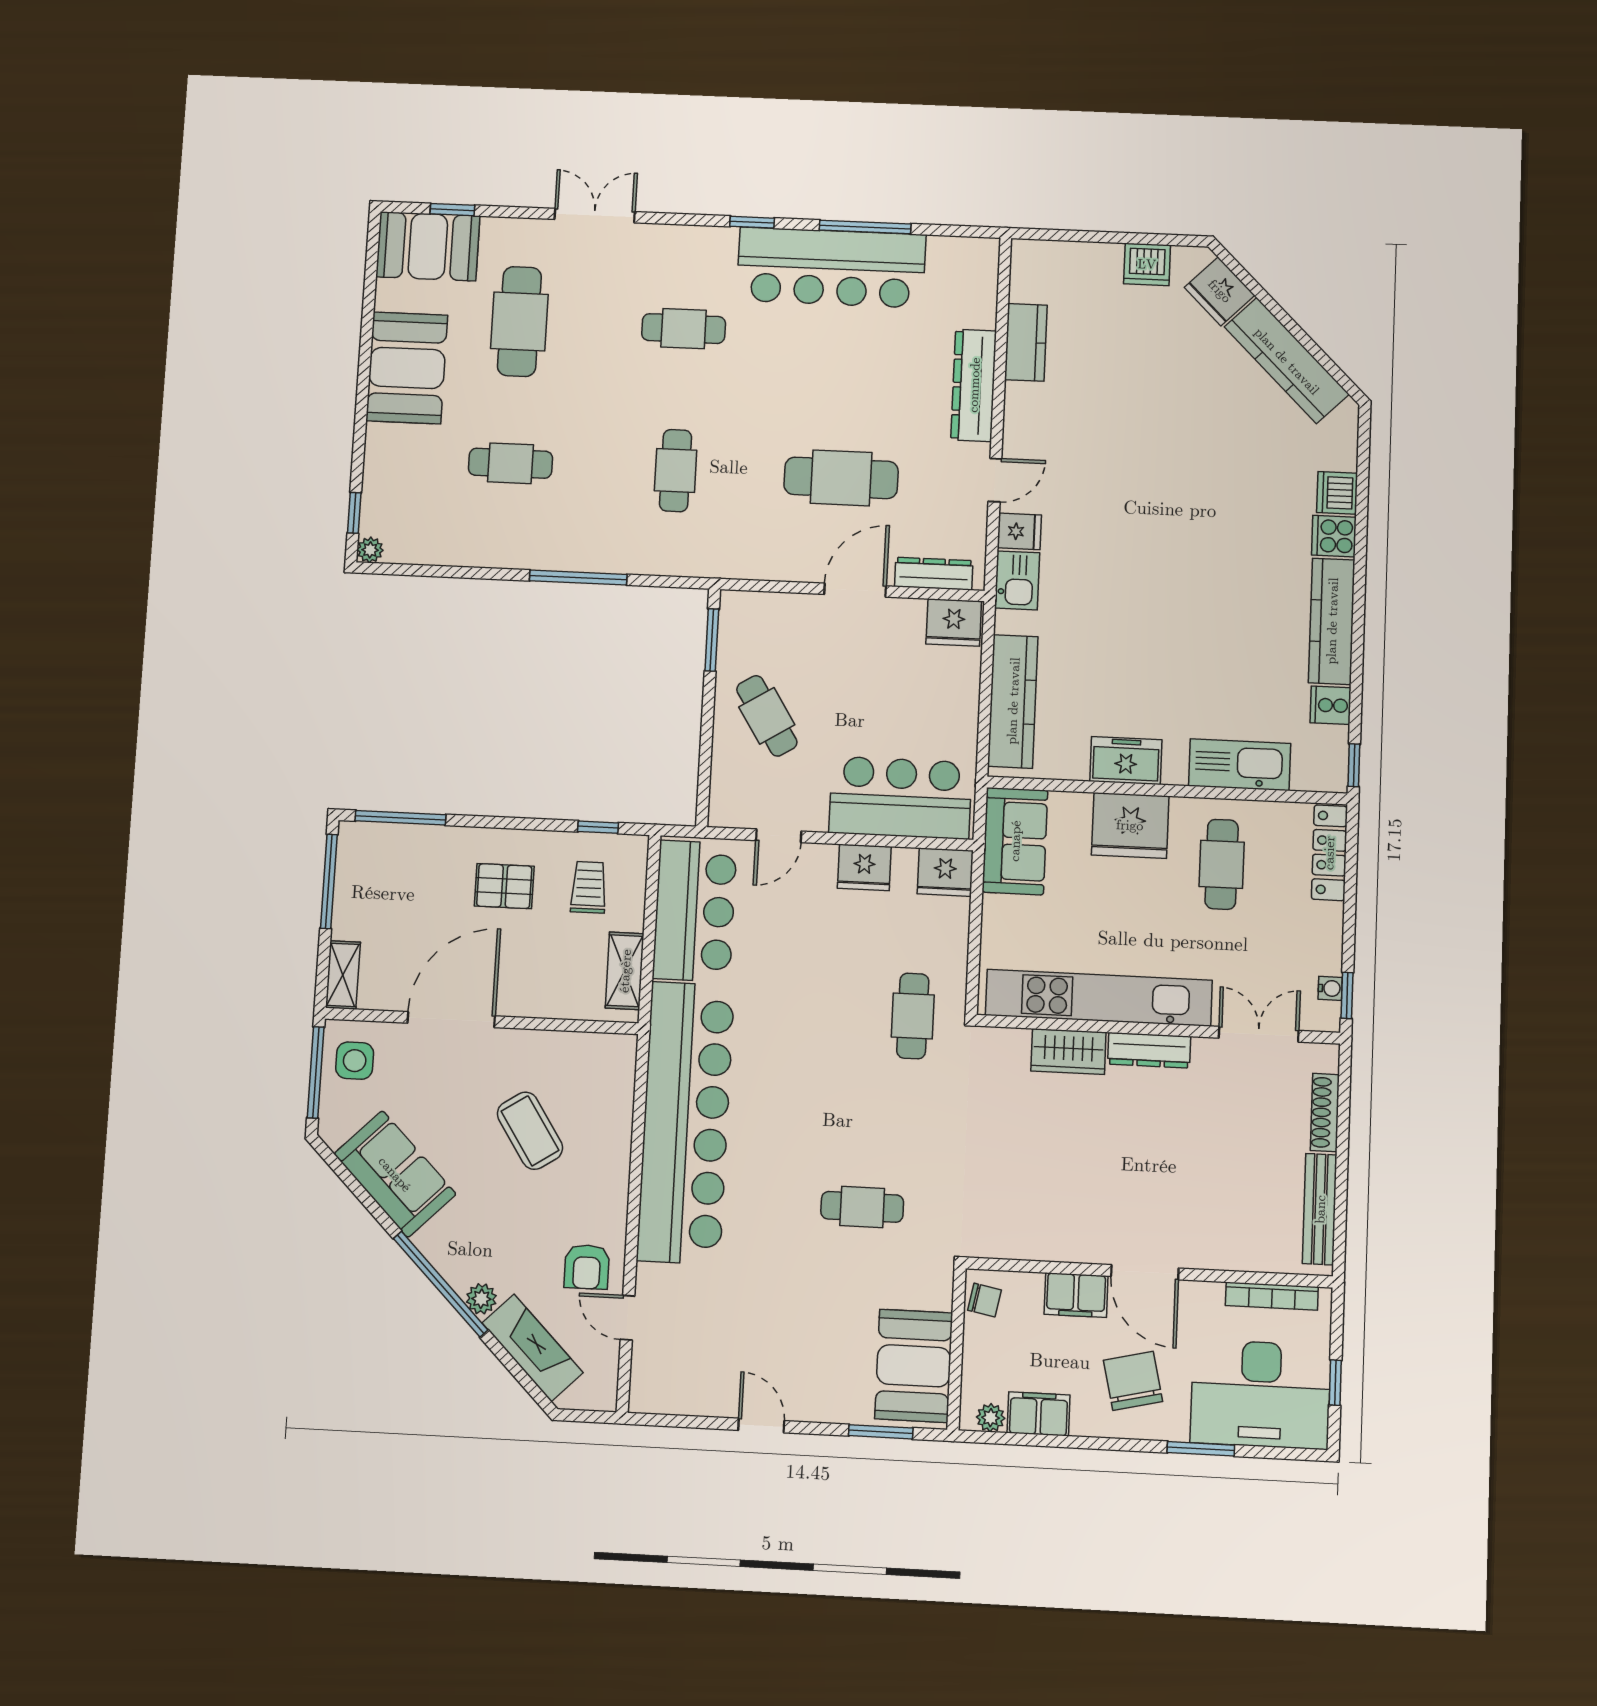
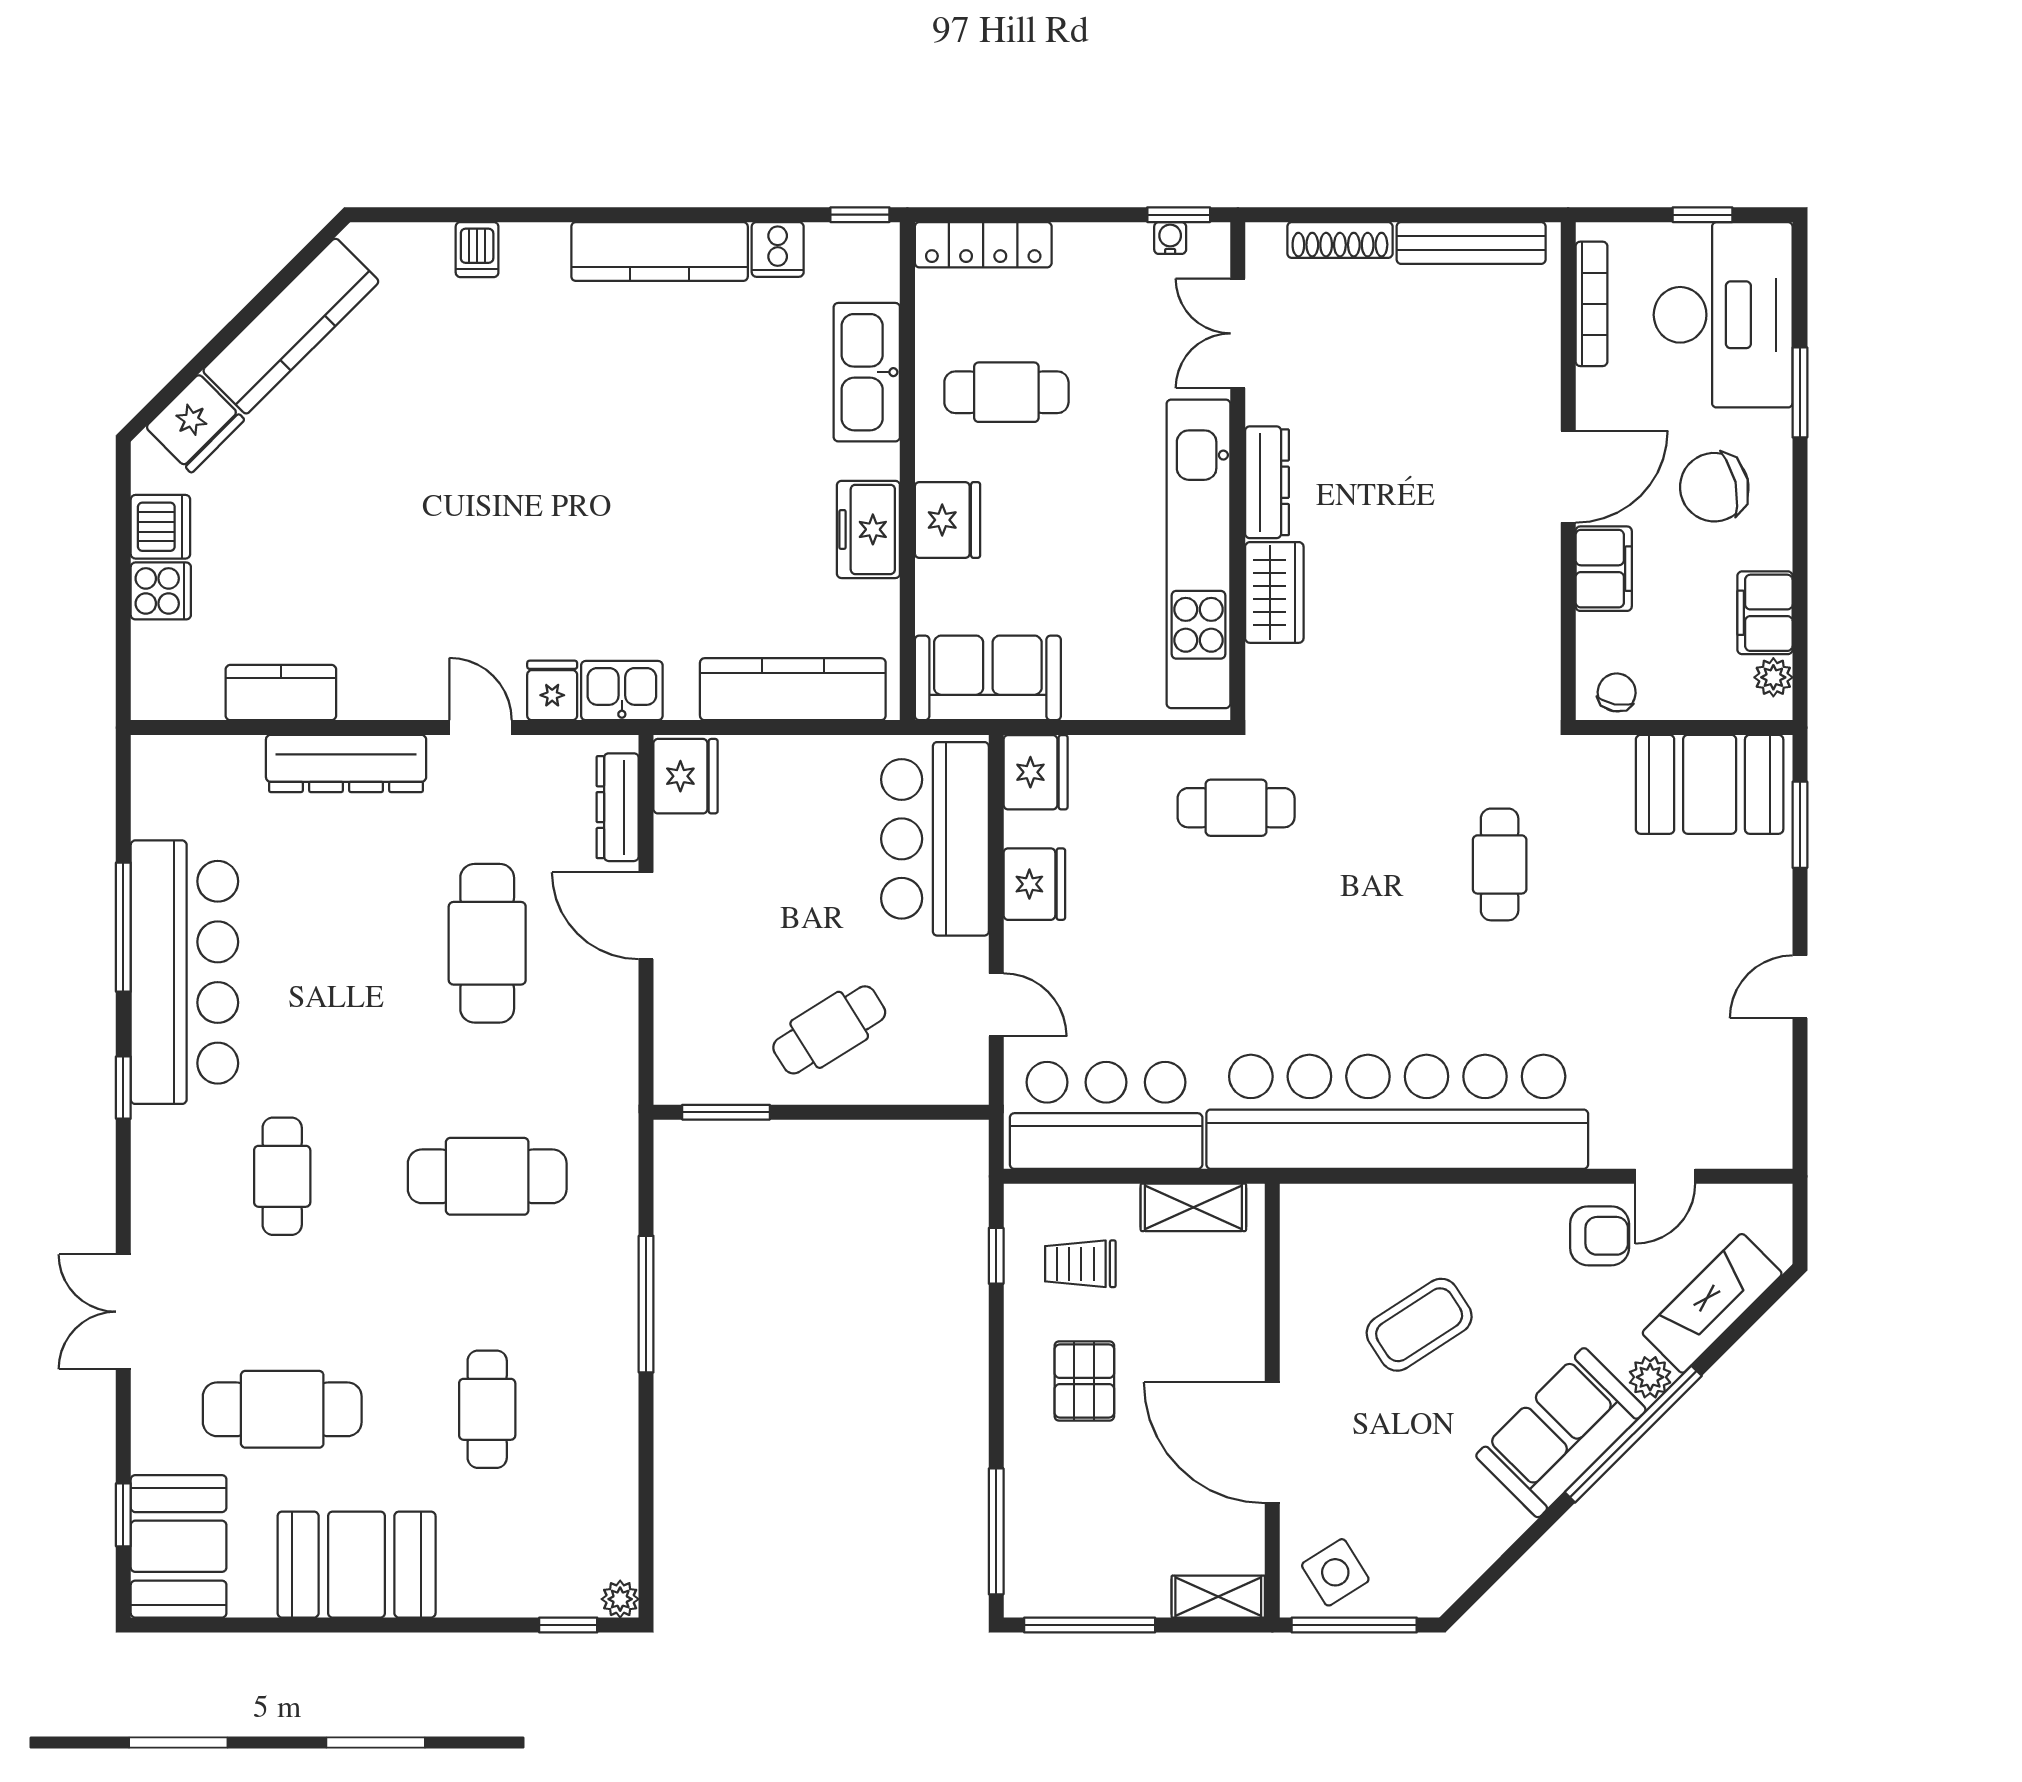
cafe table: (676, 471) -> (487, 1176), width x1.37, depth x1.35
dishwasher: (1337, 493) -> (477, 250), width x0.73
cooker: (1334, 536) -> (161, 591), moved, turned -90
fridge: (1130, 825) -> (947, 520), width x0.73, depth x0.75
side table: (355, 1061) -> (1335, 1572), turned -32
sofa: (395, 1174) -> (1561, 1433), moved

